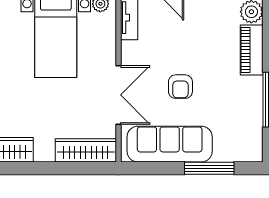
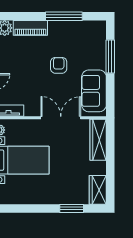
armchair: (180, 87) -> (59, 65), moved, turned -90
sofa: (170, 144) -> (94, 91), width x0.73

